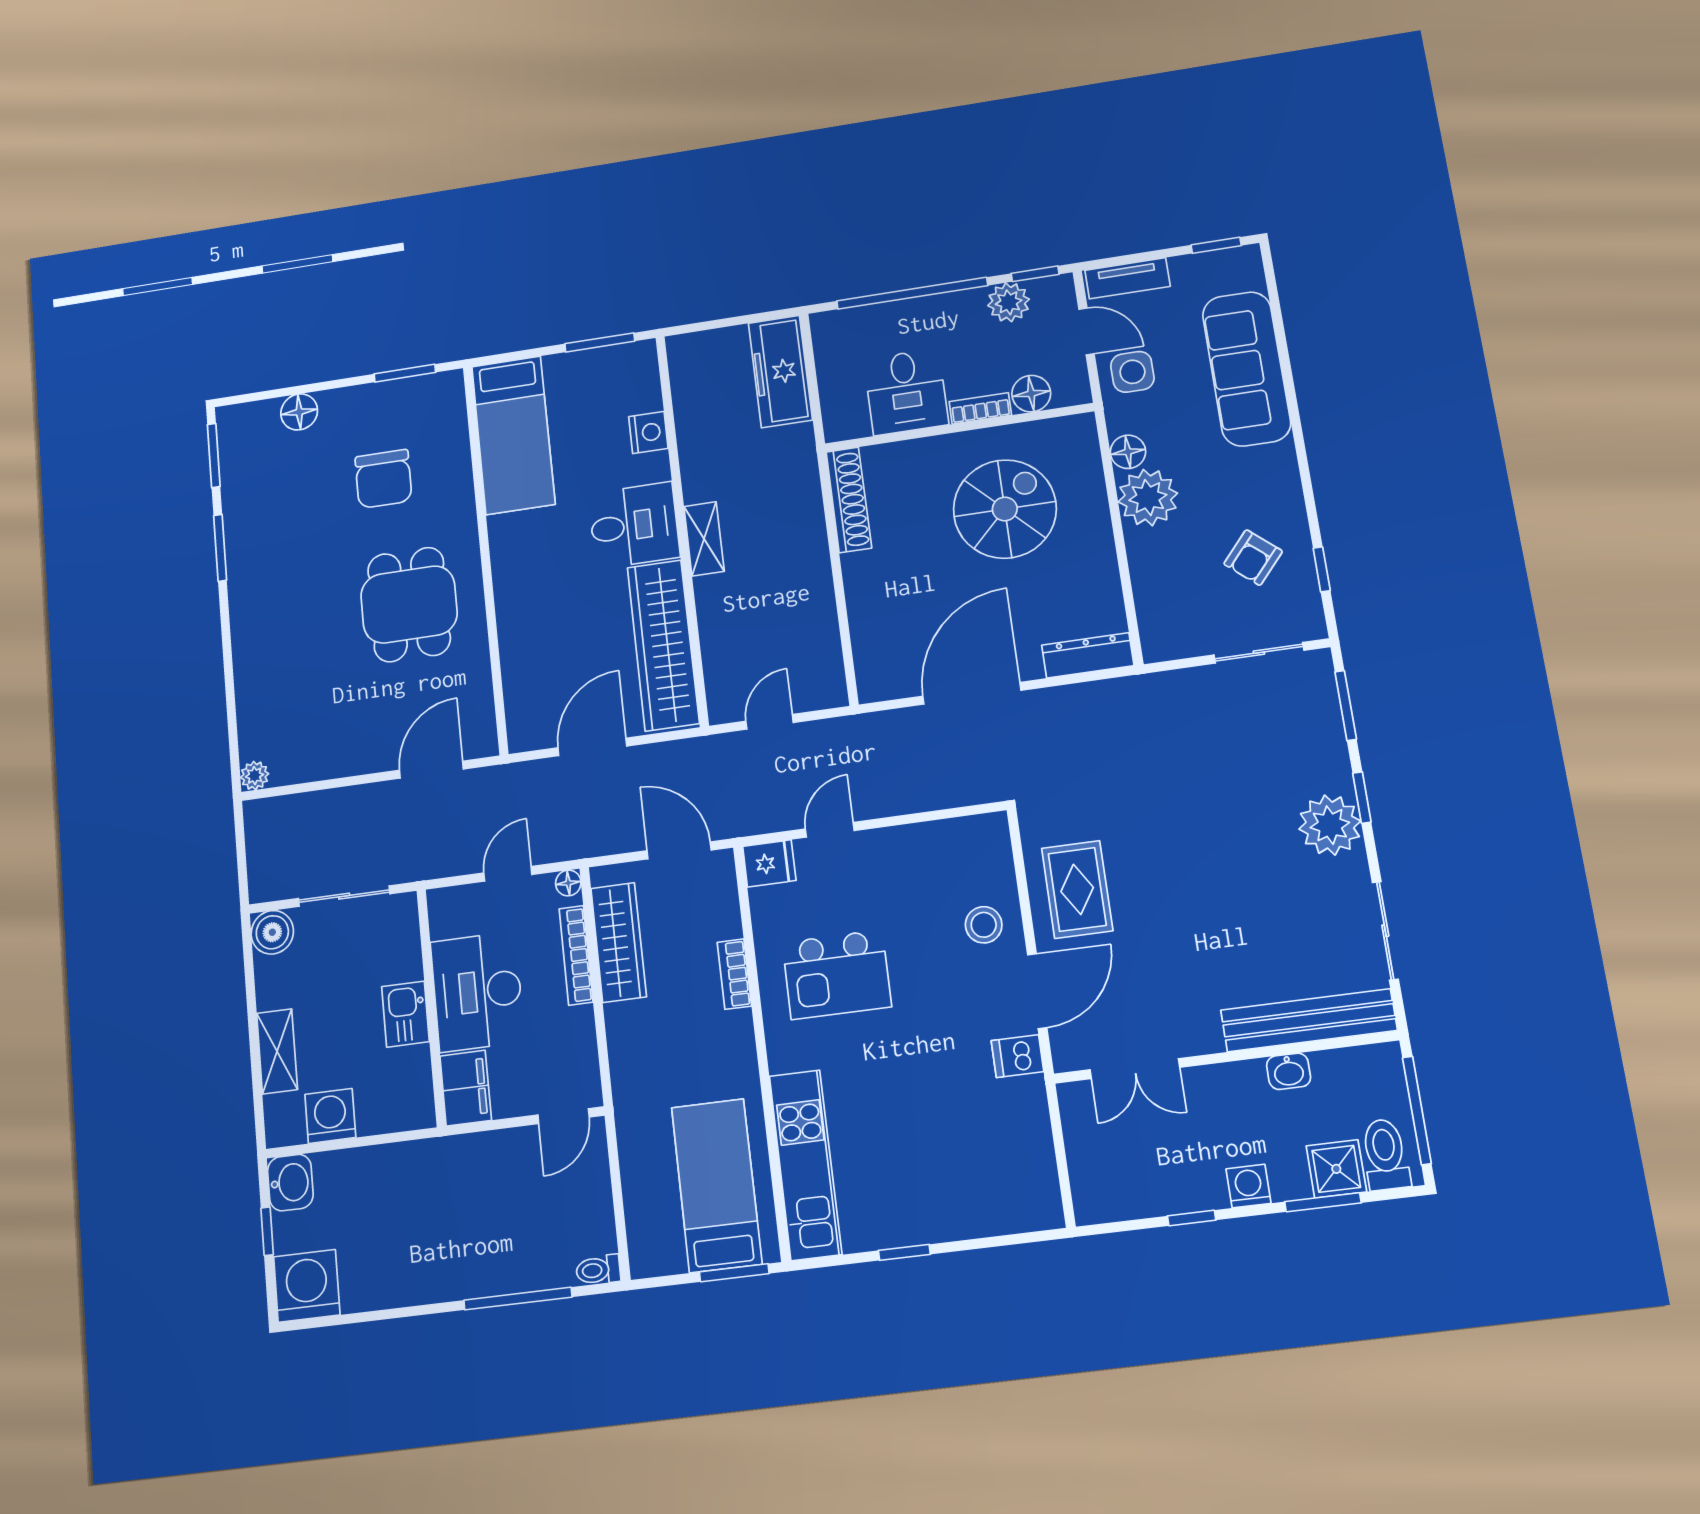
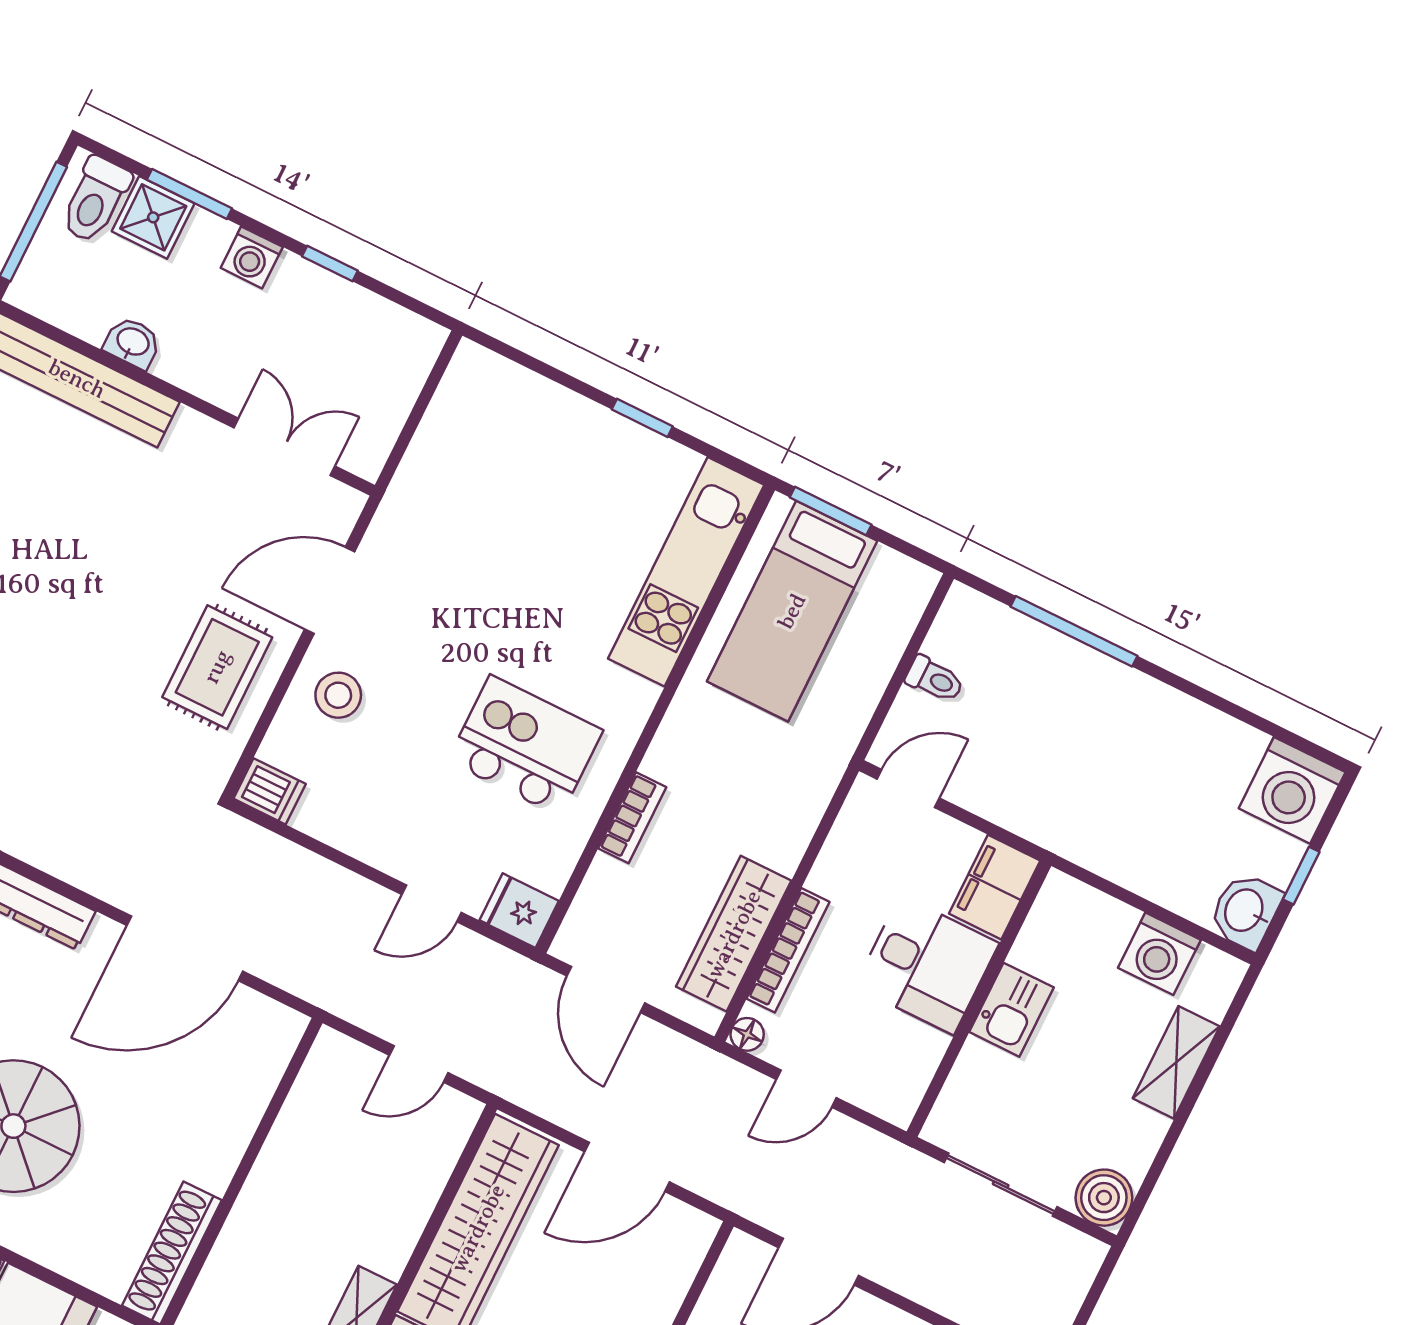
desk: (477, 992) -> (927, 965), width x0.73
dishwasher: (1017, 1056) -> (270, 791), moved
toilet: (598, 1270) -> (935, 679), moved

